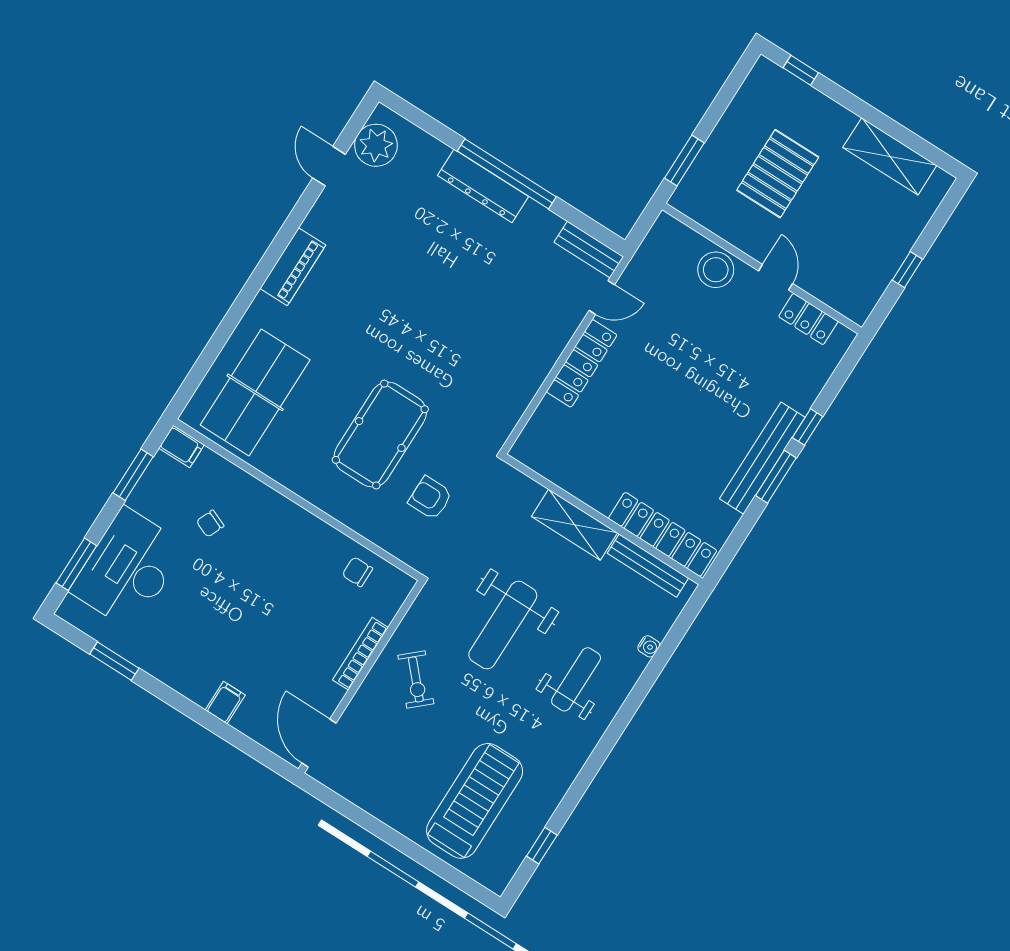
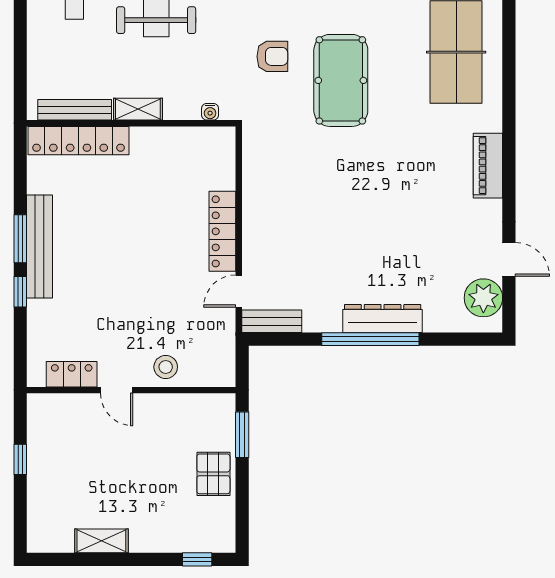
shelving: (890, 156) -> (101, 541), width x0.67, depth x0.75
pallet: (778, 174) -> (213, 474), moved, width x0.67, depth x0.71
stool: (716, 270) -> (166, 367), width x0.73, depth x0.73
shelving: (574, 525) -> (138, 109), width x0.67, depth x0.75
water cooler: (649, 646) -> (210, 112), moved, turned -90

